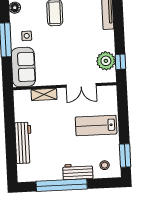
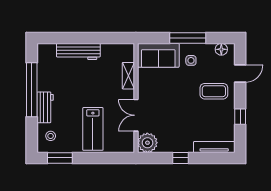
plant: (106, 61) -> (147, 143), moved
window: (120, 62) -> (181, 158), moved
lab bench: (96, 125) -> (93, 129), turned 180

